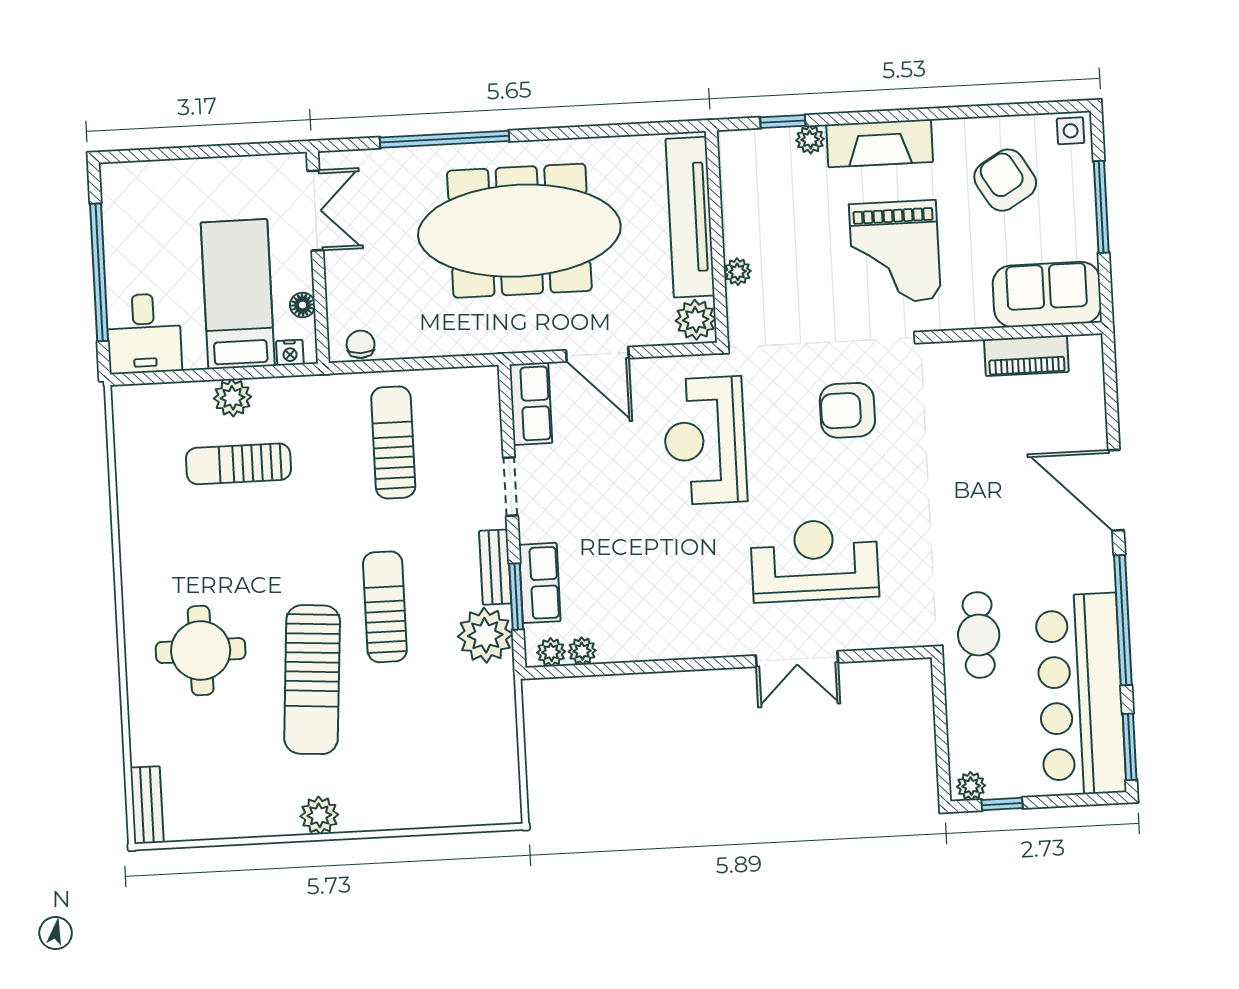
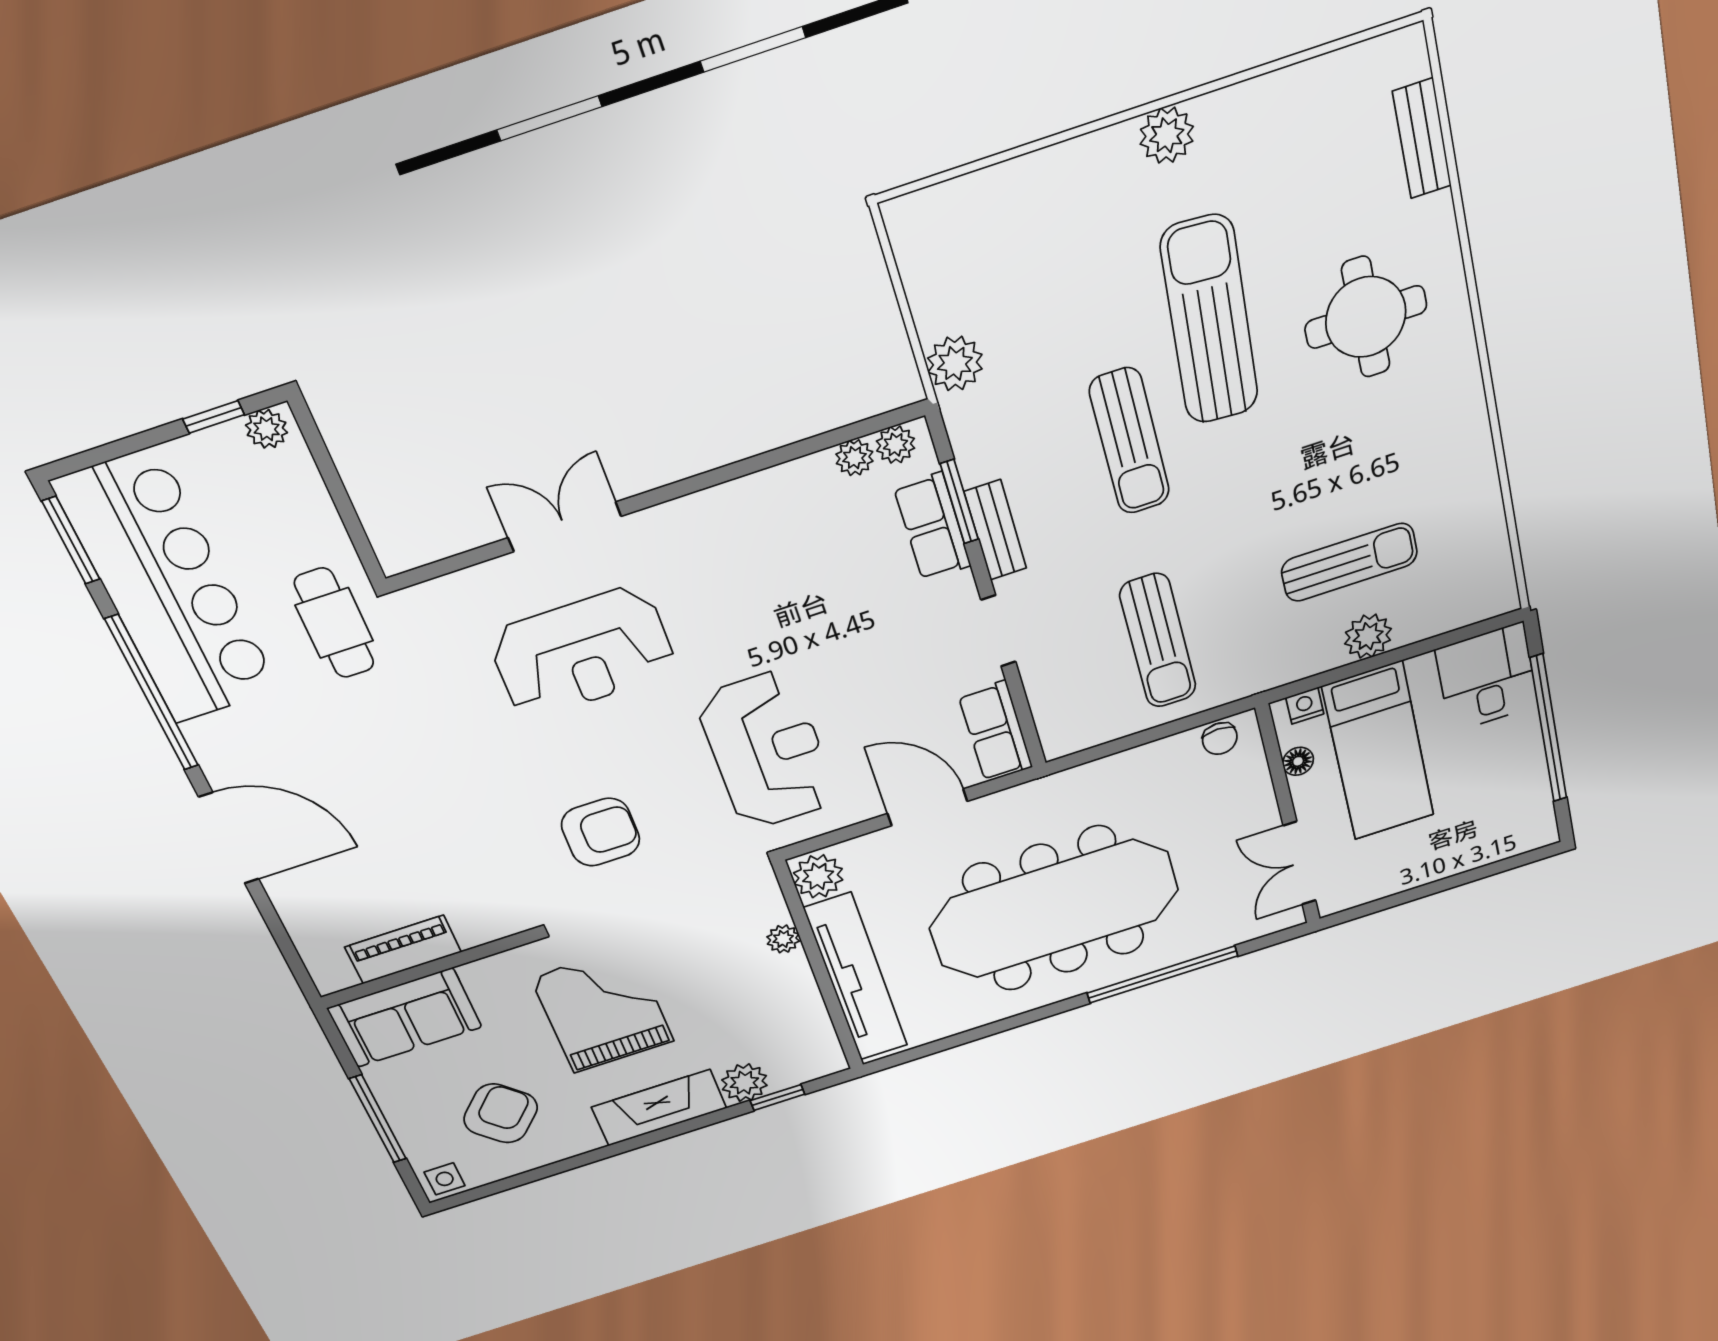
plant: (810, 140) -> (744, 1083), width x1.38, depth x1.38
armchair: (1005, 180) -> (501, 1113), turned -105
plant: (485, 635) -> (955, 363), moved, width x0.73, depth x0.73
bench: (147, 805) -> (1422, 139), moved

